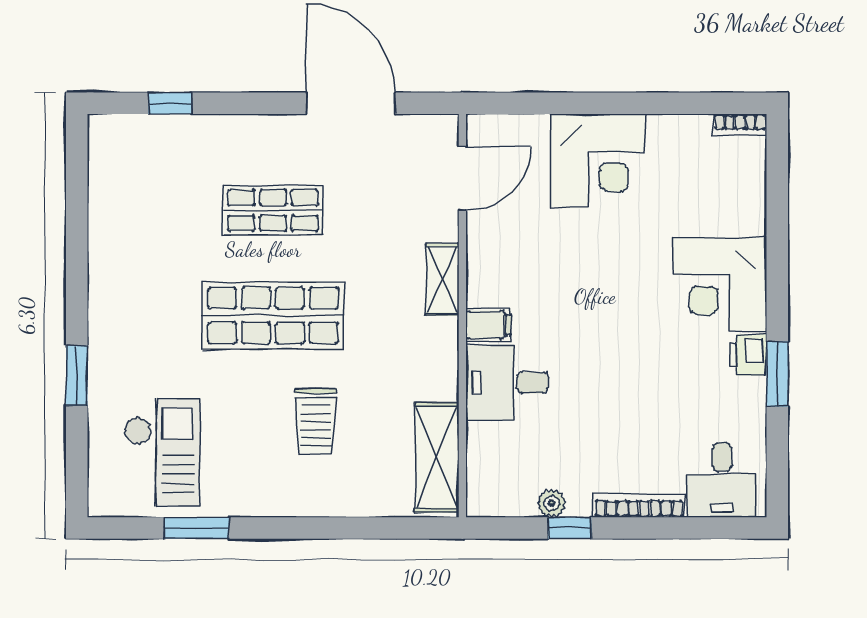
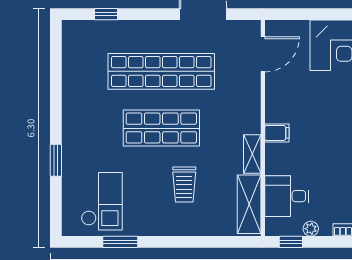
shop shelf: (273, 210) -> (161, 71), width x2.00, depth x1.36
shelving: (443, 280) -> (252, 154), moved
desk: (507, 383) -> (287, 196), moved
window: (570, 528) -> (291, 242), moved

